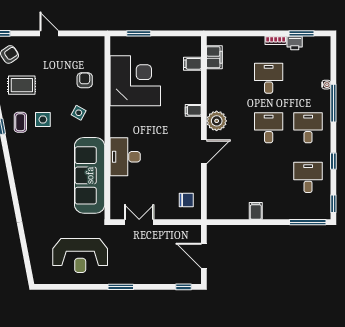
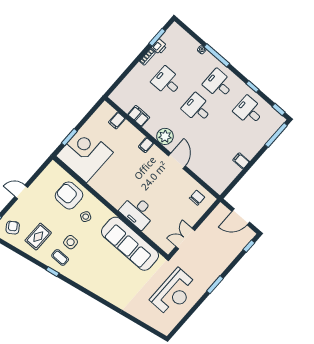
filing cabinet: (214, 57) -> (139, 116), moved
armchair: (85, 80) -> (69, 195), width x1.88, depth x1.88
corner desk: (135, 81) -> (85, 154), moved

